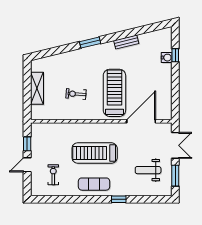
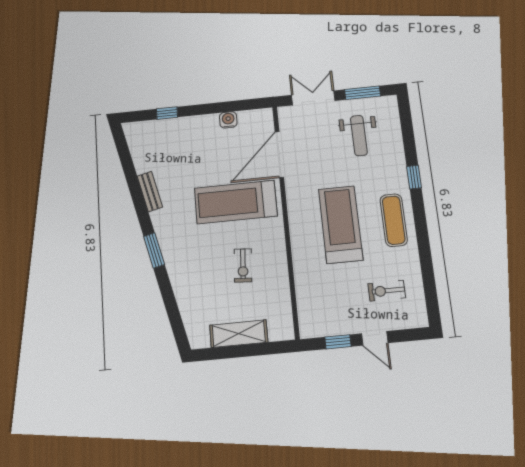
water cooler: (167, 58) -> (228, 120), moved
door: (141, 121) -> (279, 154), hinge flipped
treadmill: (95, 153) -> (341, 224), turned 180

